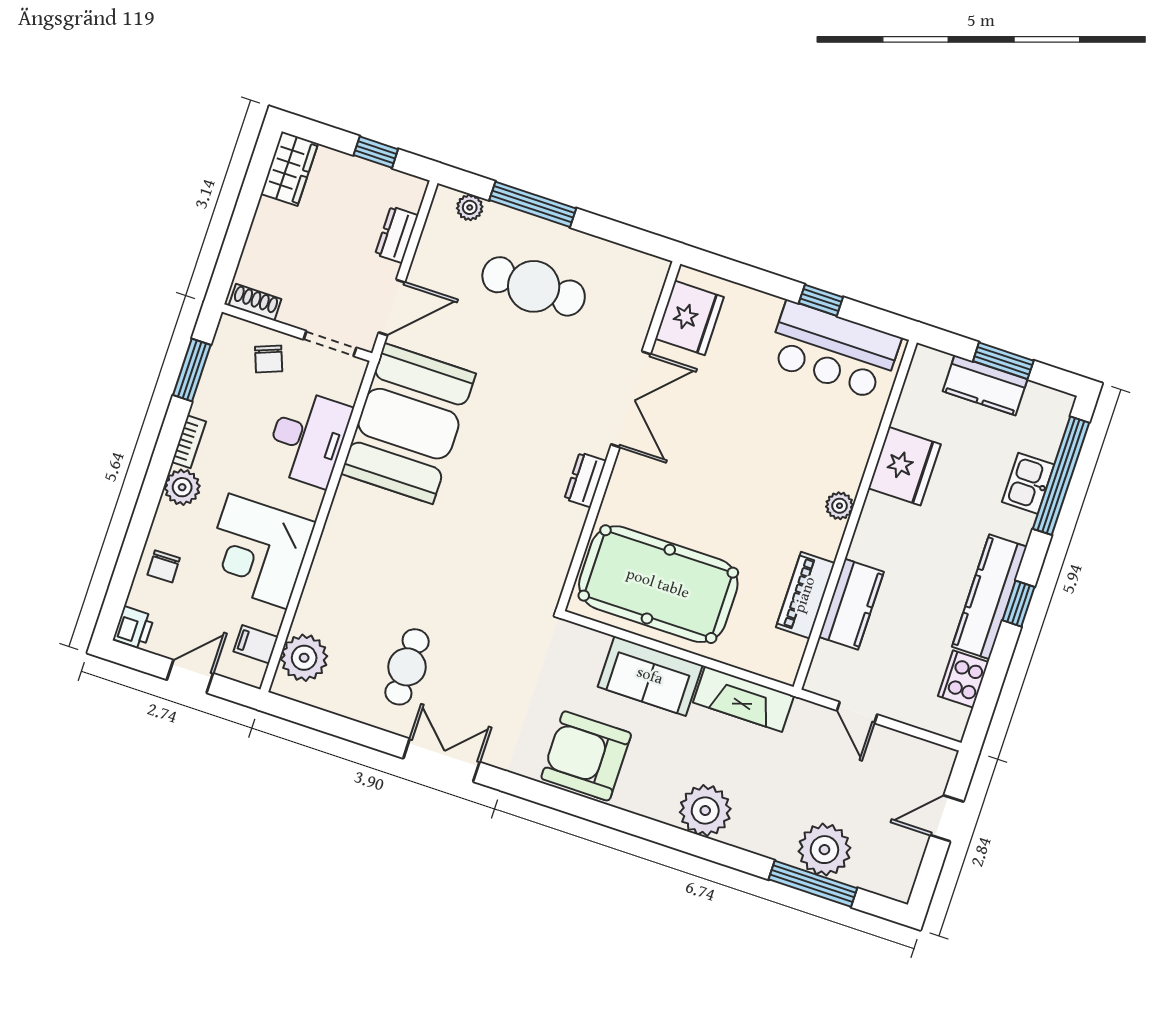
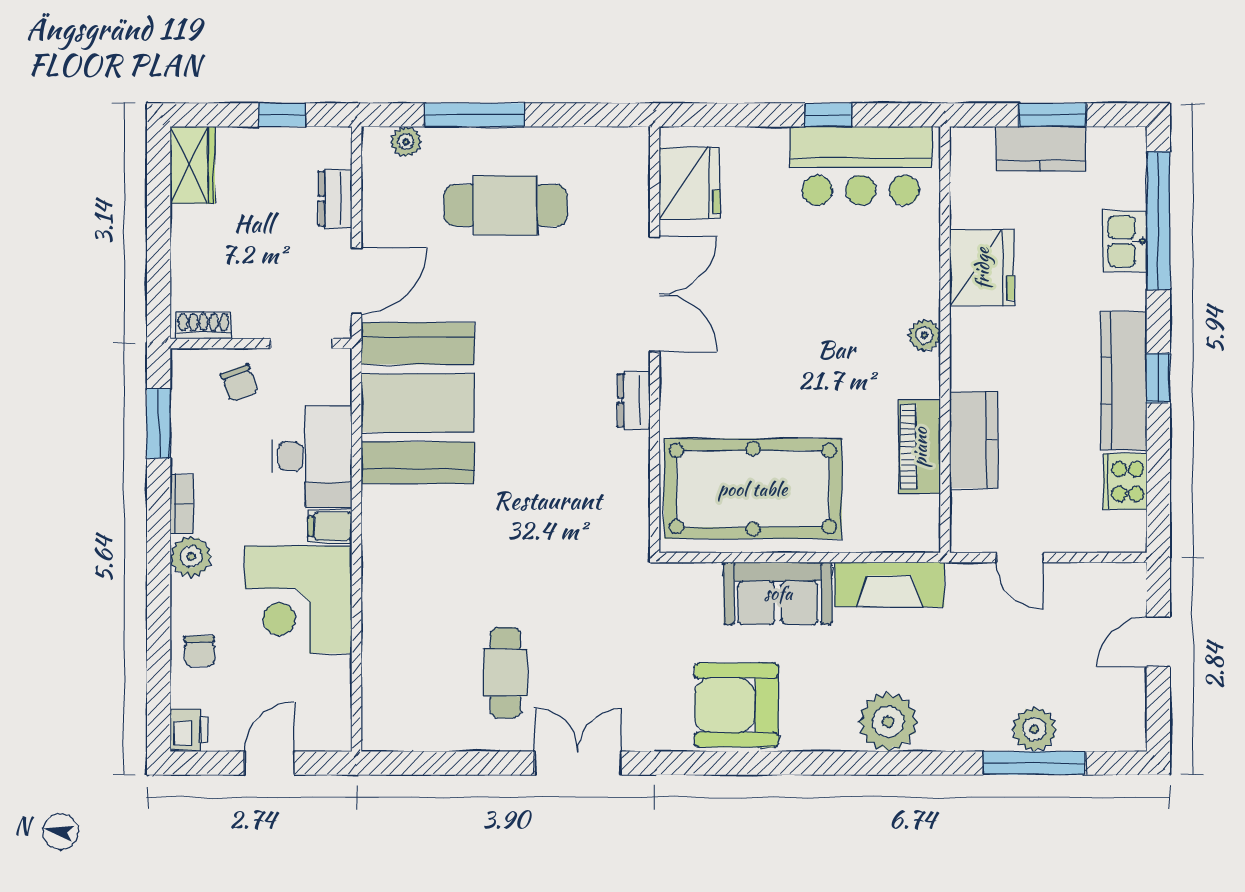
filing cabinet: (256, 644) -> (330, 526), moved
plant: (304, 658) -> (388, 700), removed
plant: (824, 850) -> (1034, 729), width x0.73, depth x0.73

